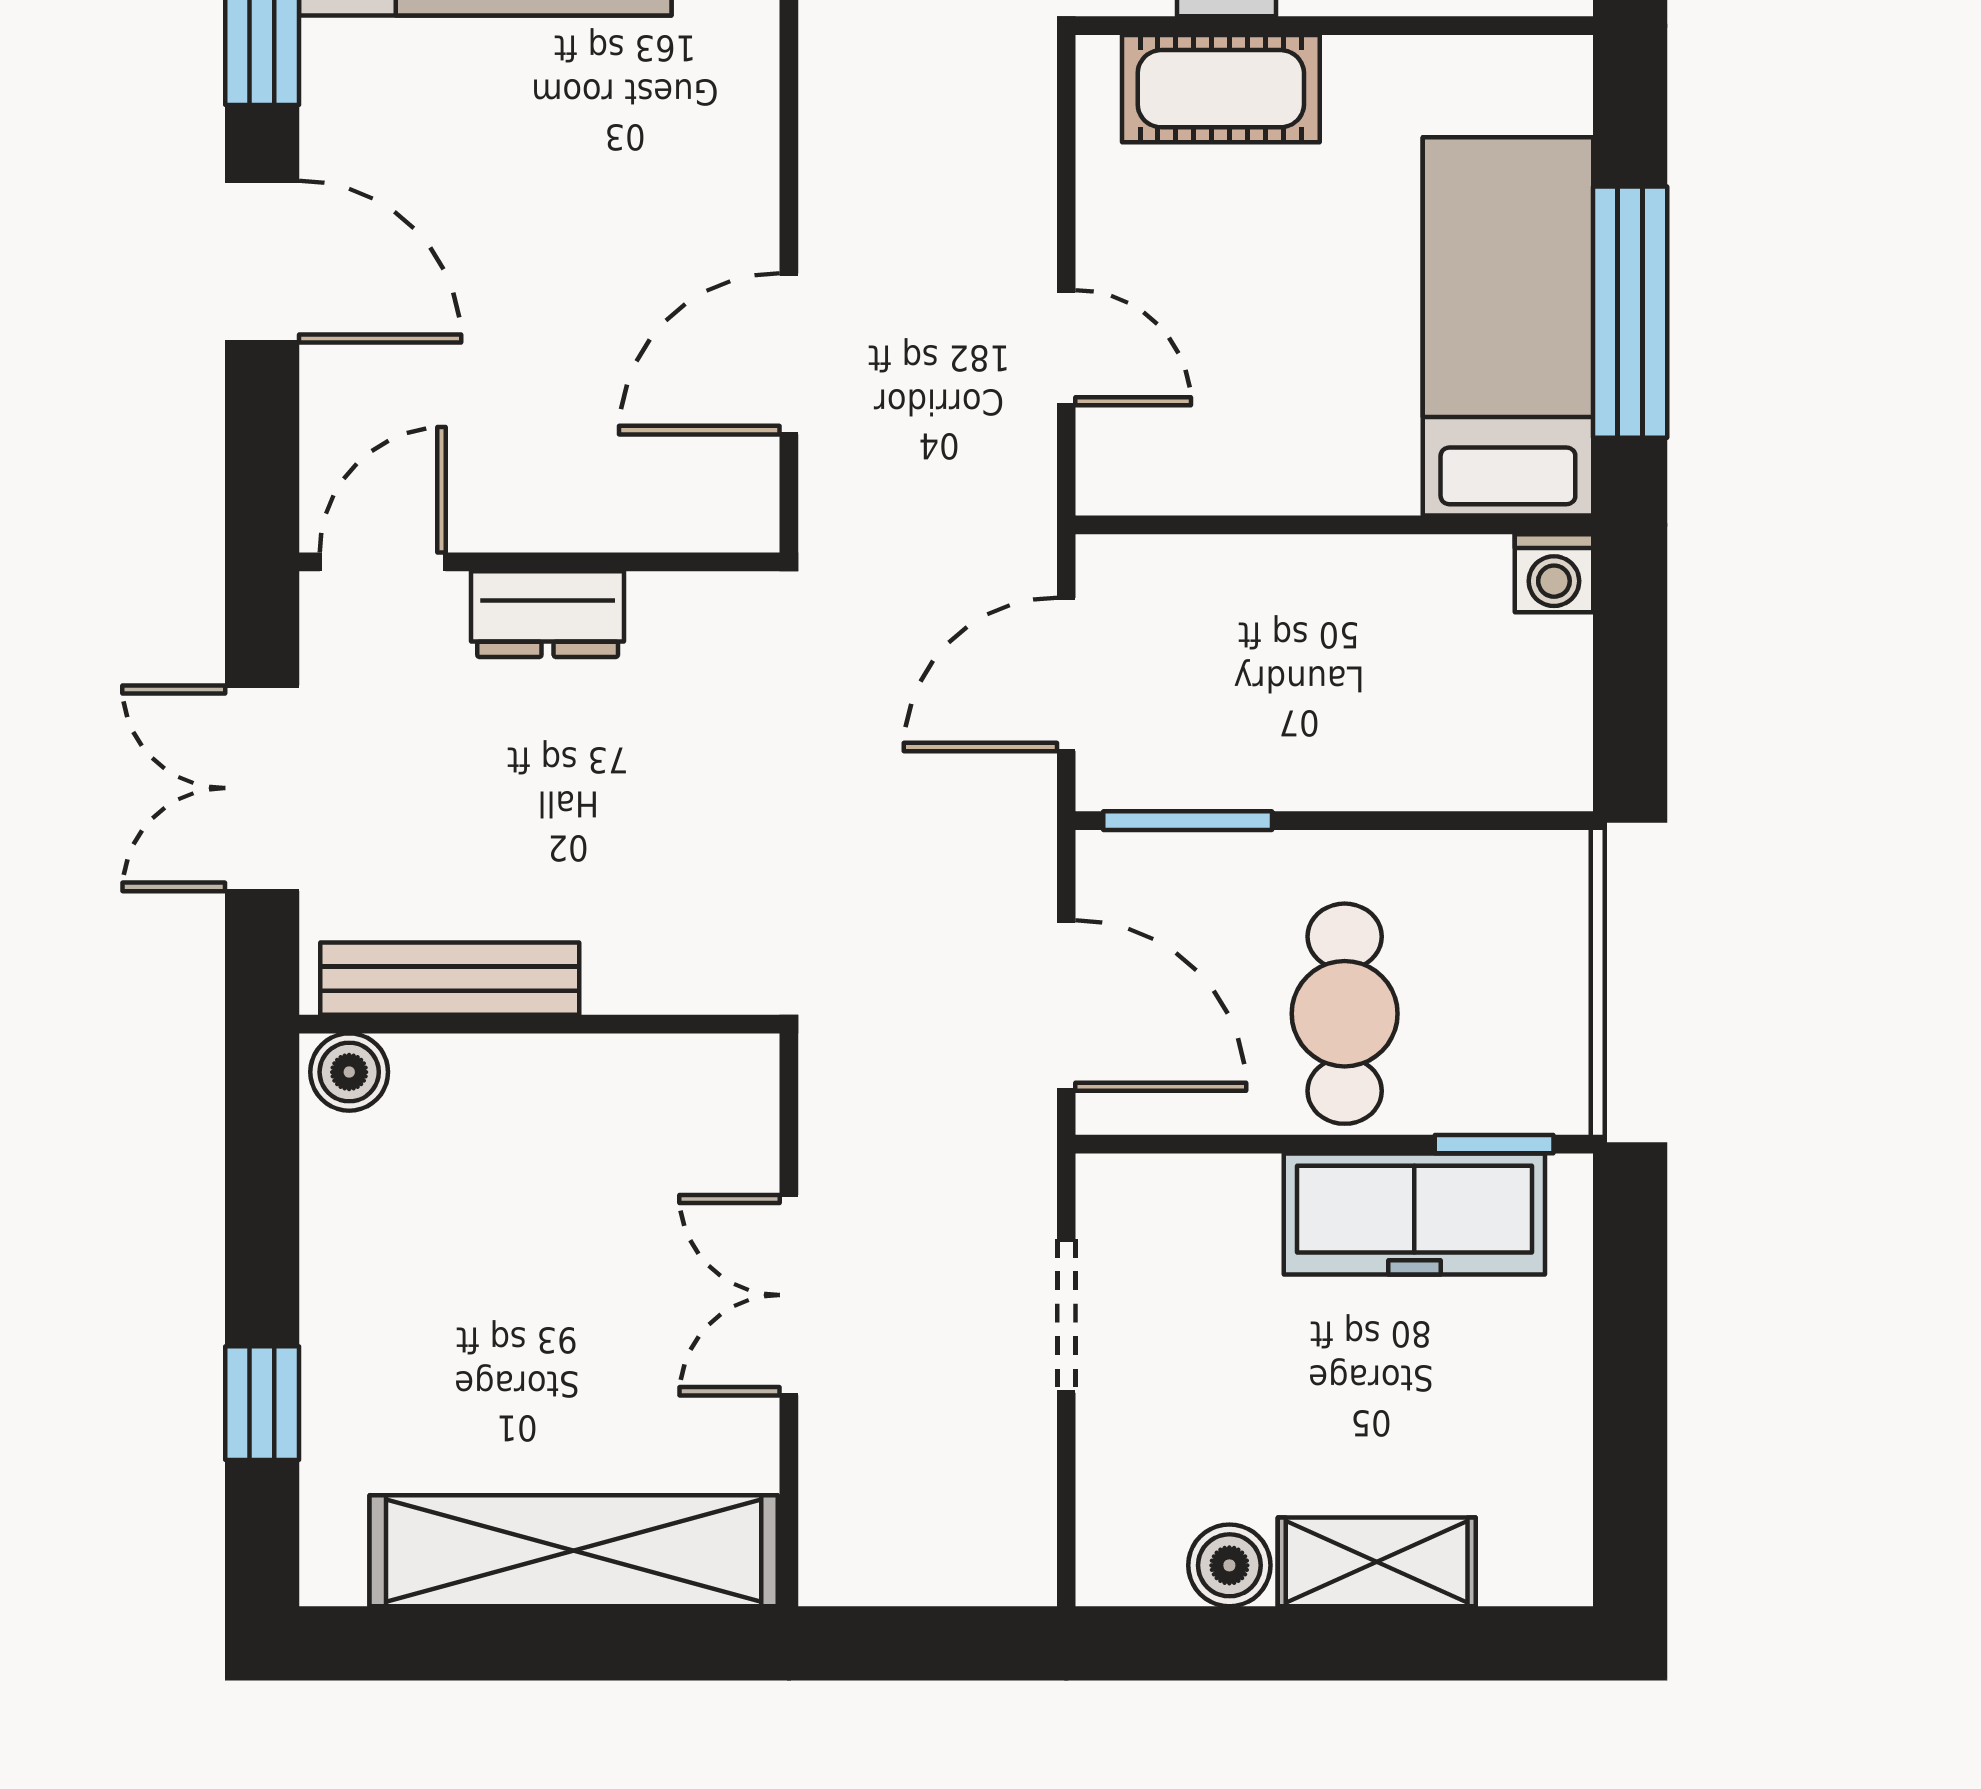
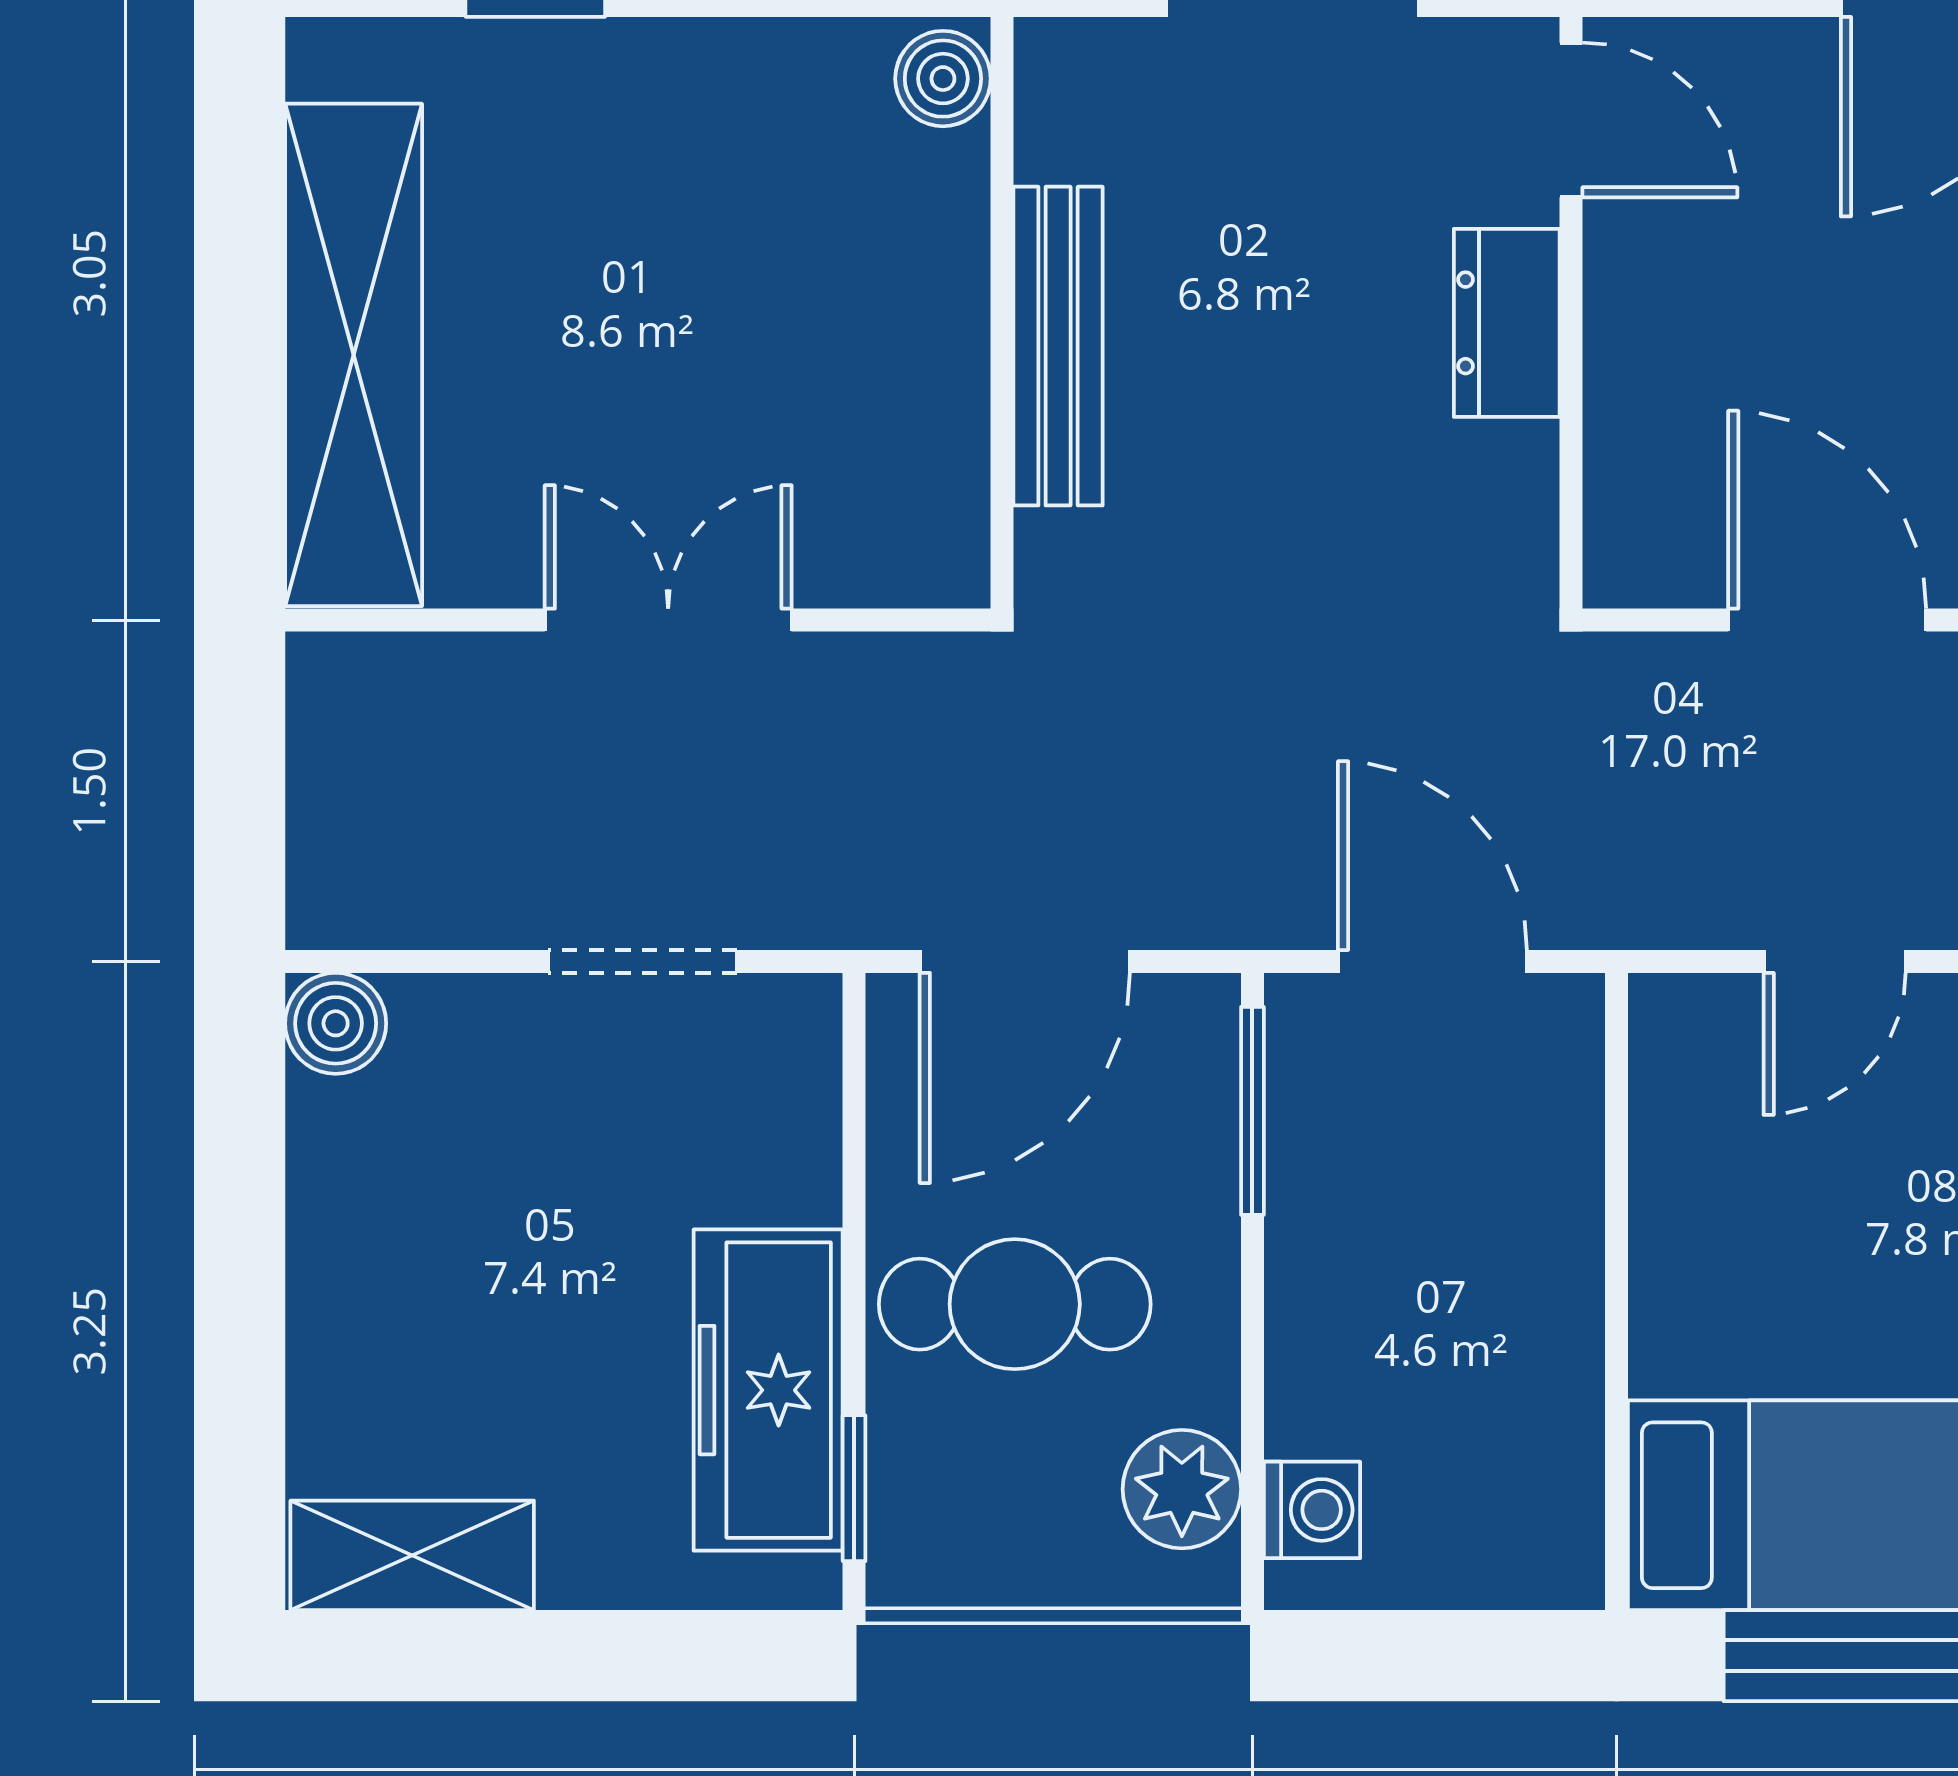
washing machine: (1554, 573) -> (1312, 1510), moved, turned 180
plant: (1495, 878) -> (1182, 1489), added
bench: (450, 979) -> (1058, 346), moved
shelving: (1377, 1562) -> (412, 1555), moved, turned 90
boiler: (1229, 1565) -> (336, 1023), moved

